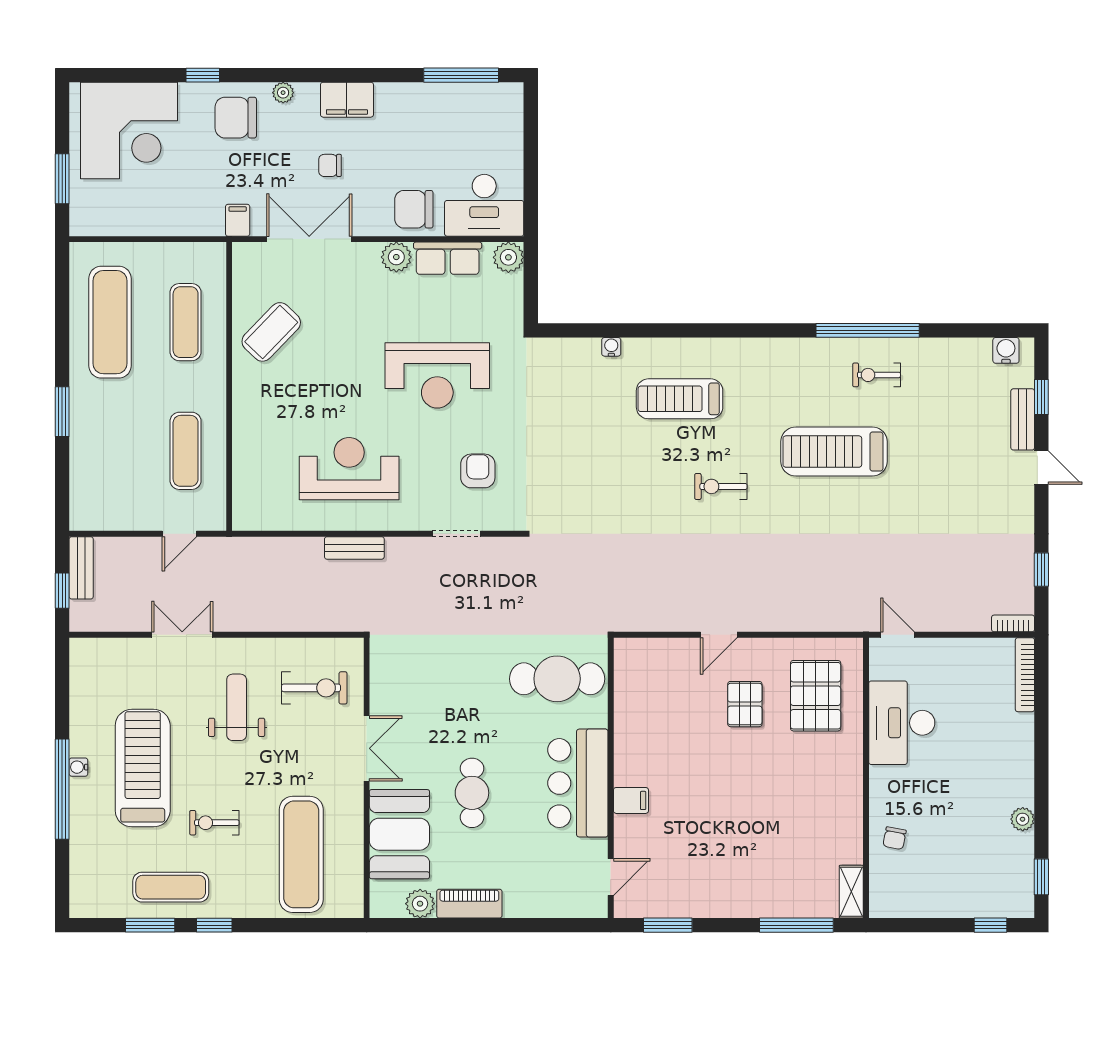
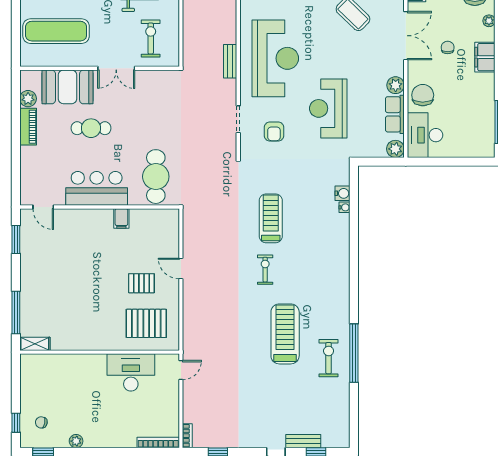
water cooler: (1006, 350) -> (342, 193), moved
exercise bike: (877, 375) -> (329, 358), width x1.38, depth x1.39
treadmill: (680, 399) -> (271, 218), moved
reception desk: (349, 469) -> (275, 58), width x1.36, depth x1.30
armchair: (478, 471) -> (274, 132), turned 90
exercise bike: (314, 688) -> (151, 39), turned 180
filing cabinet: (631, 800) -> (121, 219), moved
chair: (895, 838) -> (41, 422), moved

